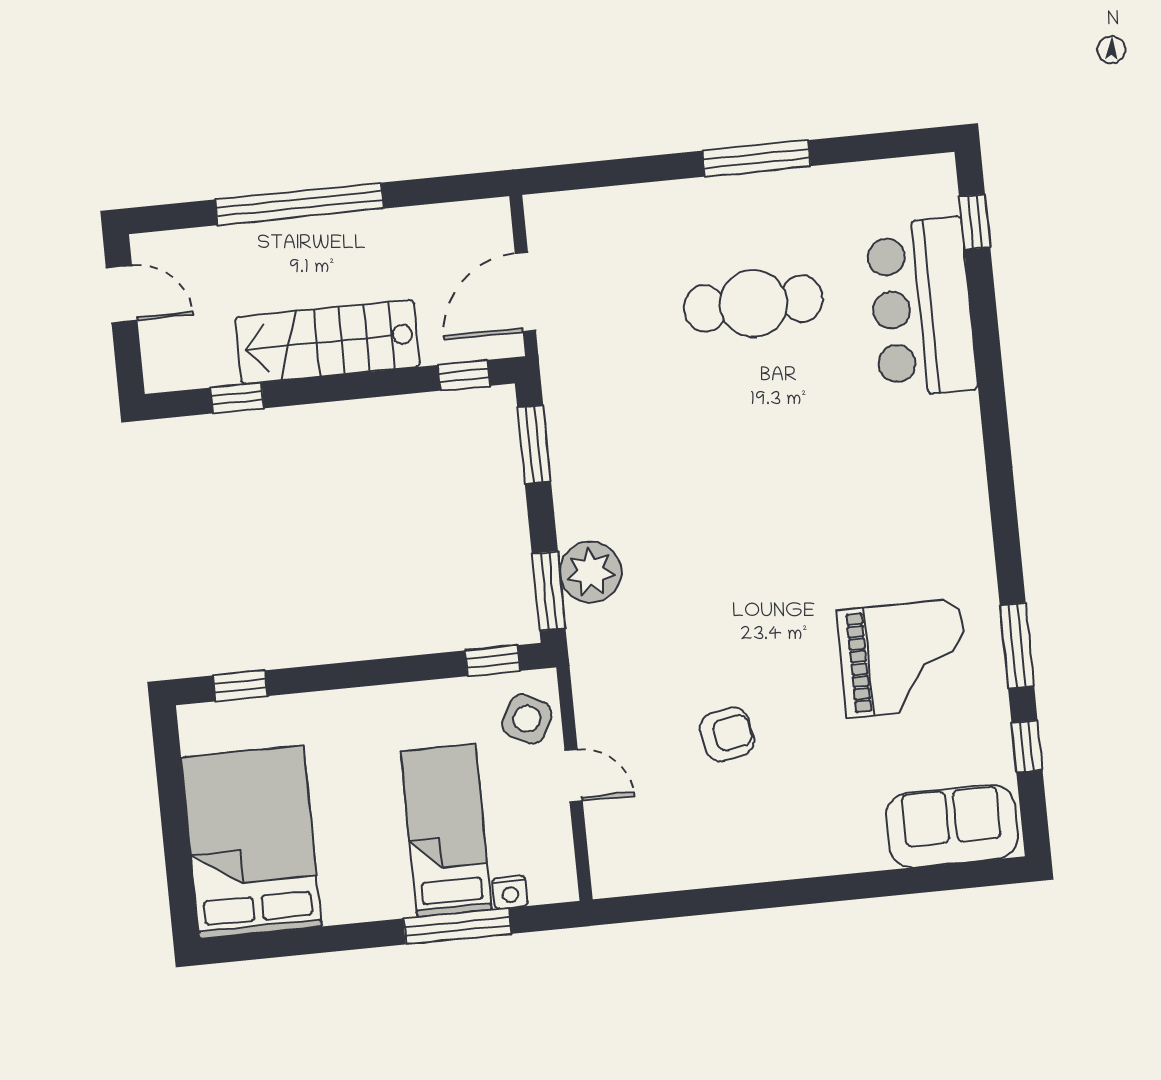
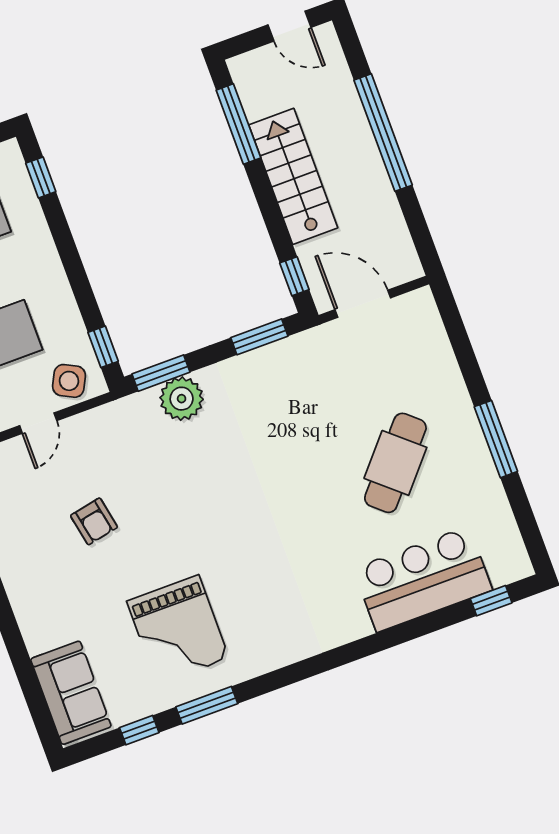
door: (122, 294) -> (289, 26), hinge flipped
cafe table: (753, 304) -> (395, 463), turned 41
window: (237, 398) -> (238, 124), width x2.17

